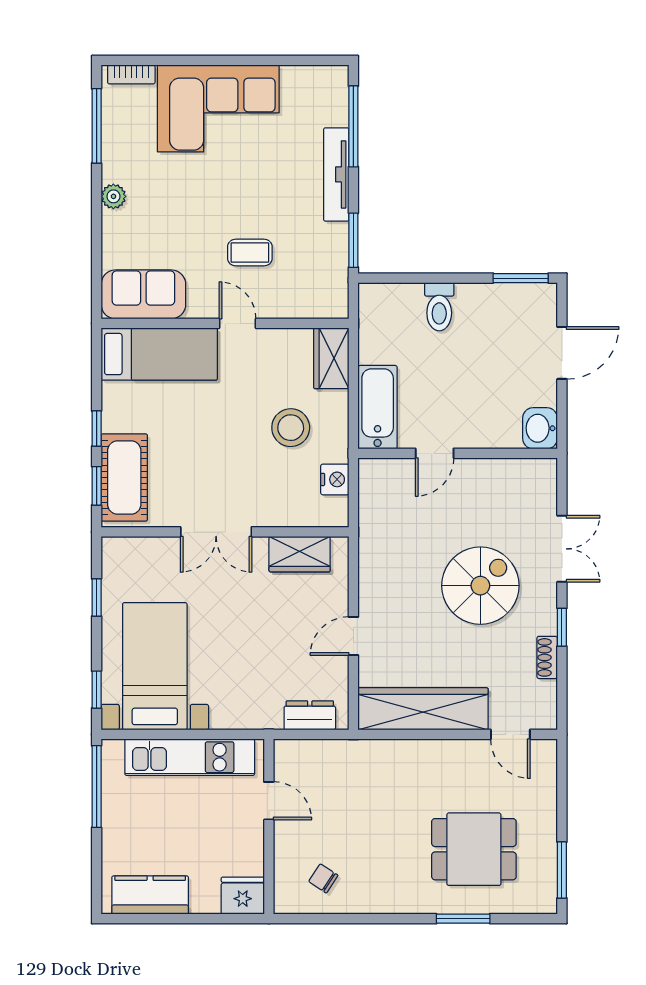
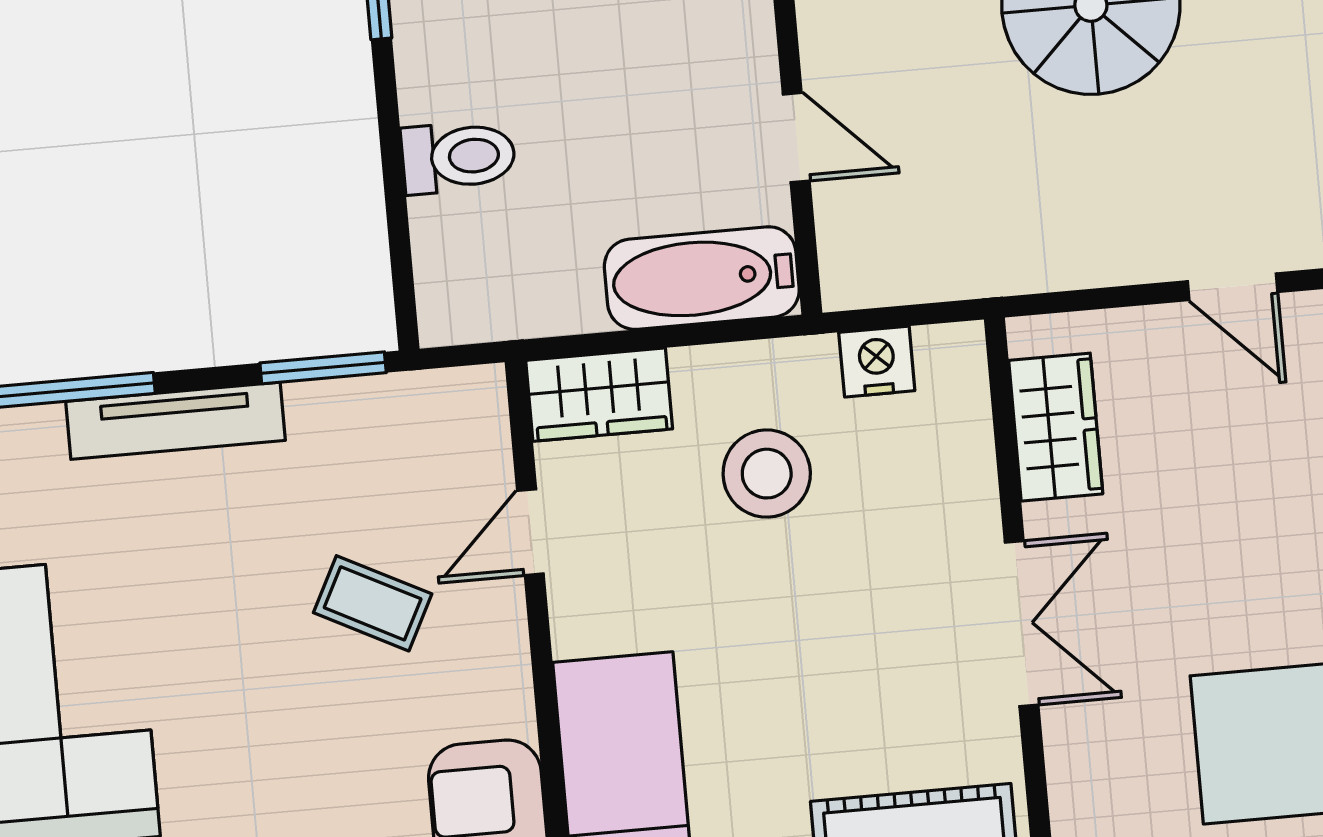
coffee table: (250, 253) -> (373, 603), turned -63
door: (237, 323) -> (530, 532), moved

